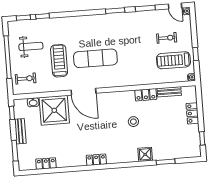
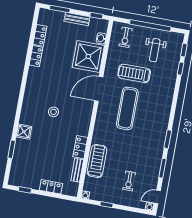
treadmill: (173, 60) -> (97, 161), moved
treadmill: (59, 61) -> (134, 73), turned 180
stool: (133, 122) -> (54, 112), moved
locker: (96, 160) -> (36, 56), moved

